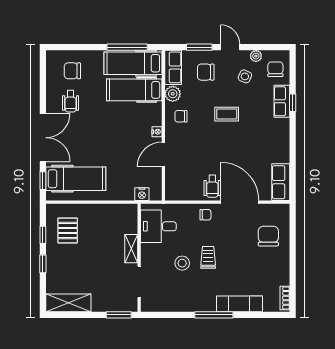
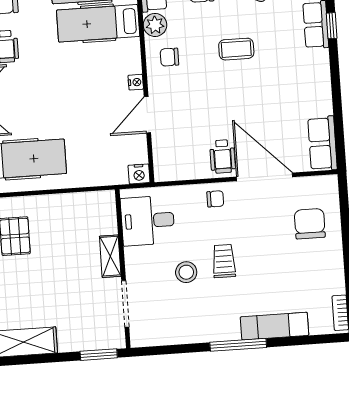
nightstand: (142, 194) -> (139, 174), moved

